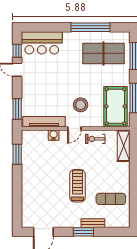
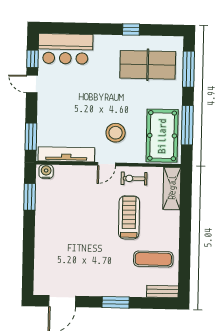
window: (91, 27) -> (131, 29), width x0.32
water cooler: (54, 135) -> (46, 172), moved
treadmill: (77, 186) -> (129, 217), moved
bench: (93, 223) -> (162, 292), moved

